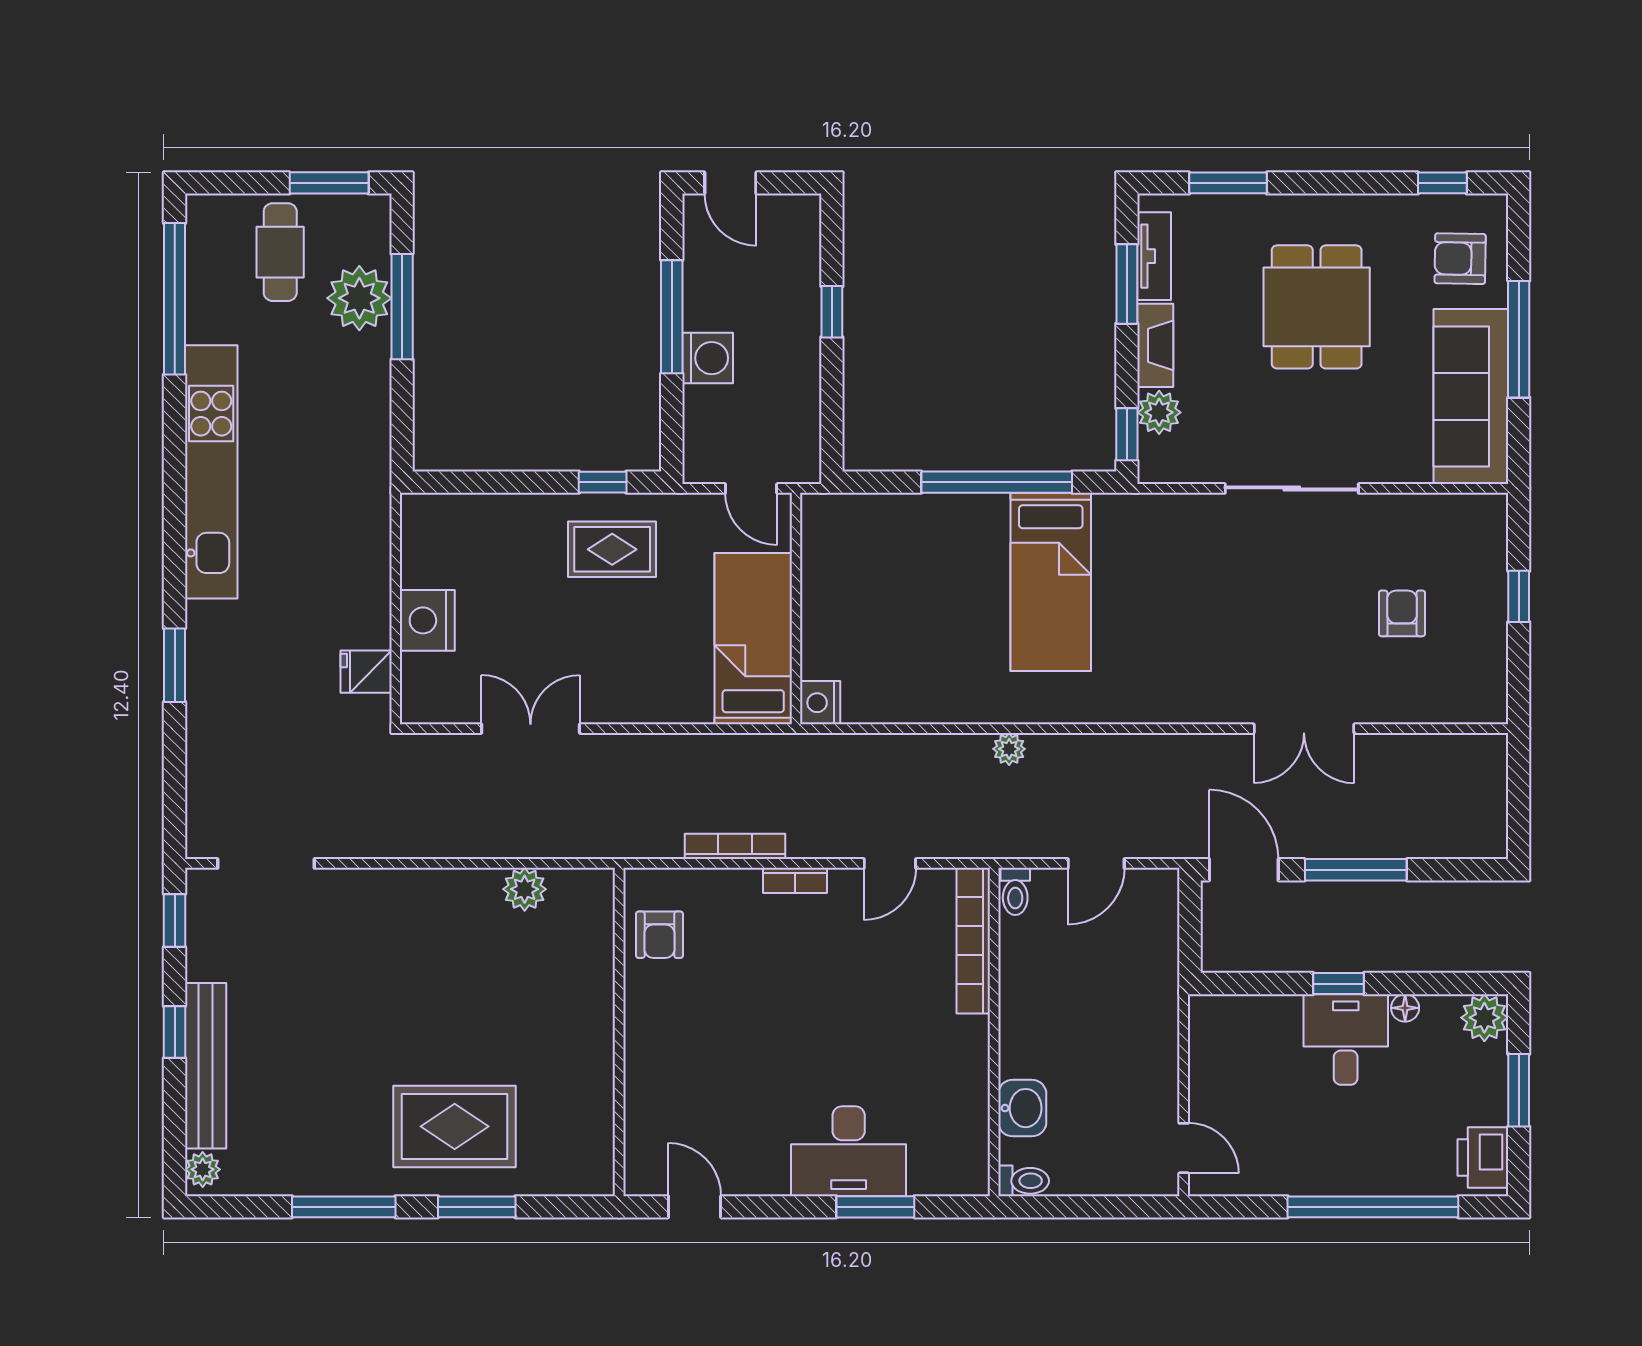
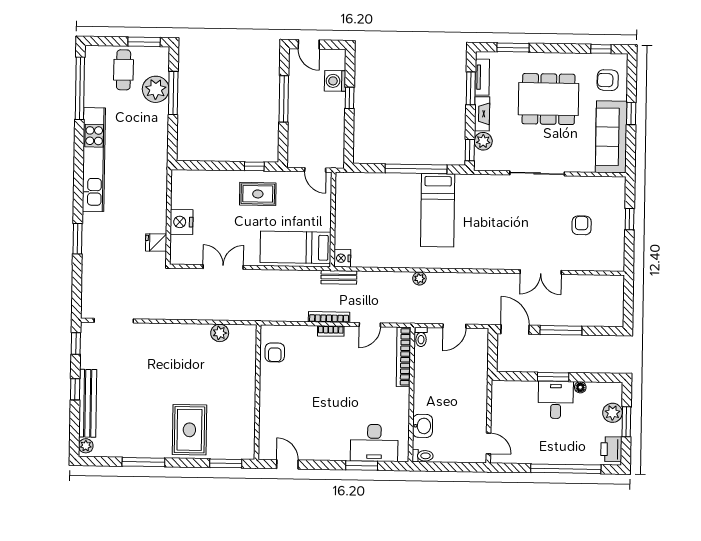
dining table: (1317, 307) -> (549, 99), width x1.38
window: (1519, 339) -> (631, 114), width x0.46
washing machine: (708, 358) -> (335, 81), moved, turned 180
bed: (753, 639) -> (296, 247), moved, turned -90
bench: (813, 749) -> (339, 277), added
bookcase: (735, 846) -> (329, 317), moved
window: (1339, 984) -> (553, 377), width x1.50
plant: (1484, 1018) -> (612, 413), moved
rug: (455, 1126) -> (189, 430), turned 90
desk: (849, 1151) -> (374, 443), moved
window: (477, 1207) -> (226, 463), moved

